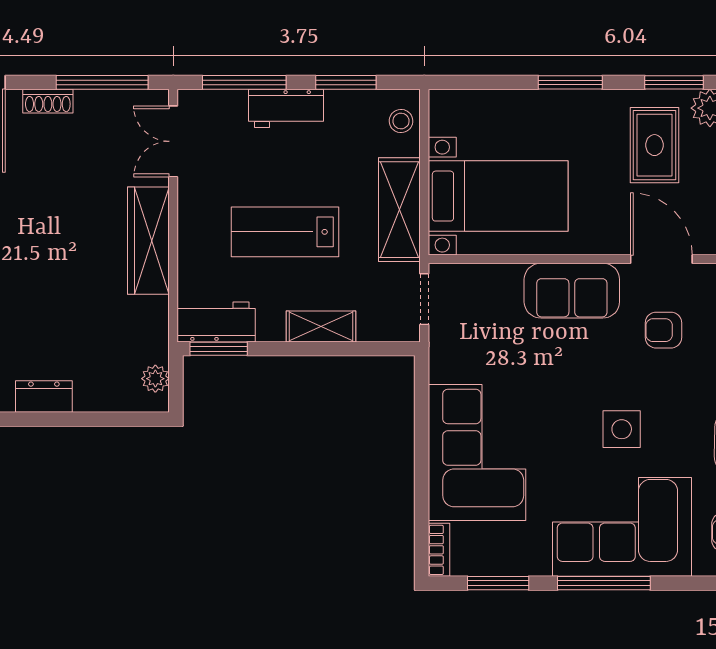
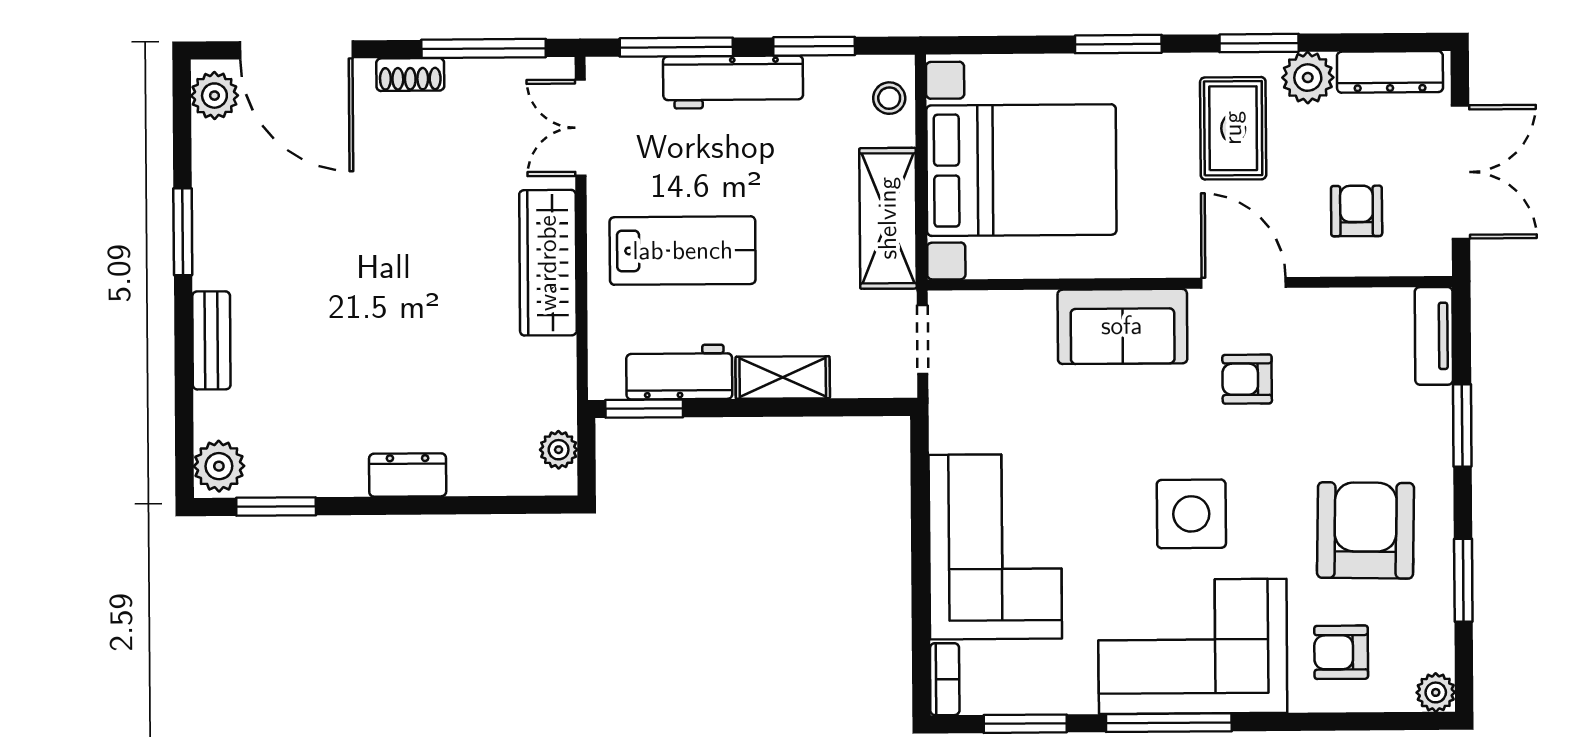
workbench: (286, 108) -> (733, 82), width x1.38
bed with nightstands: (498, 196) -> (1021, 170), width x1.36
lab bench: (285, 232) -> (683, 251), moved, turned 180
workbench: (216, 322) -> (679, 372), moved
side table: (622, 429) -> (1191, 514), width x1.37, depth x1.37

